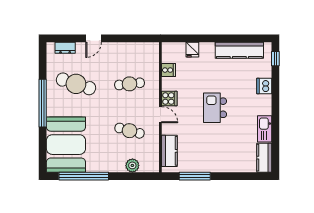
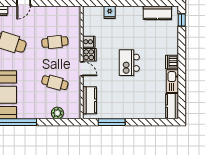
kitchen counter: (239, 50) -> (157, 13), width x0.67
cooker: (168, 70) -> (89, 42), moved
dishwasher: (264, 86) -> (172, 62), moved

